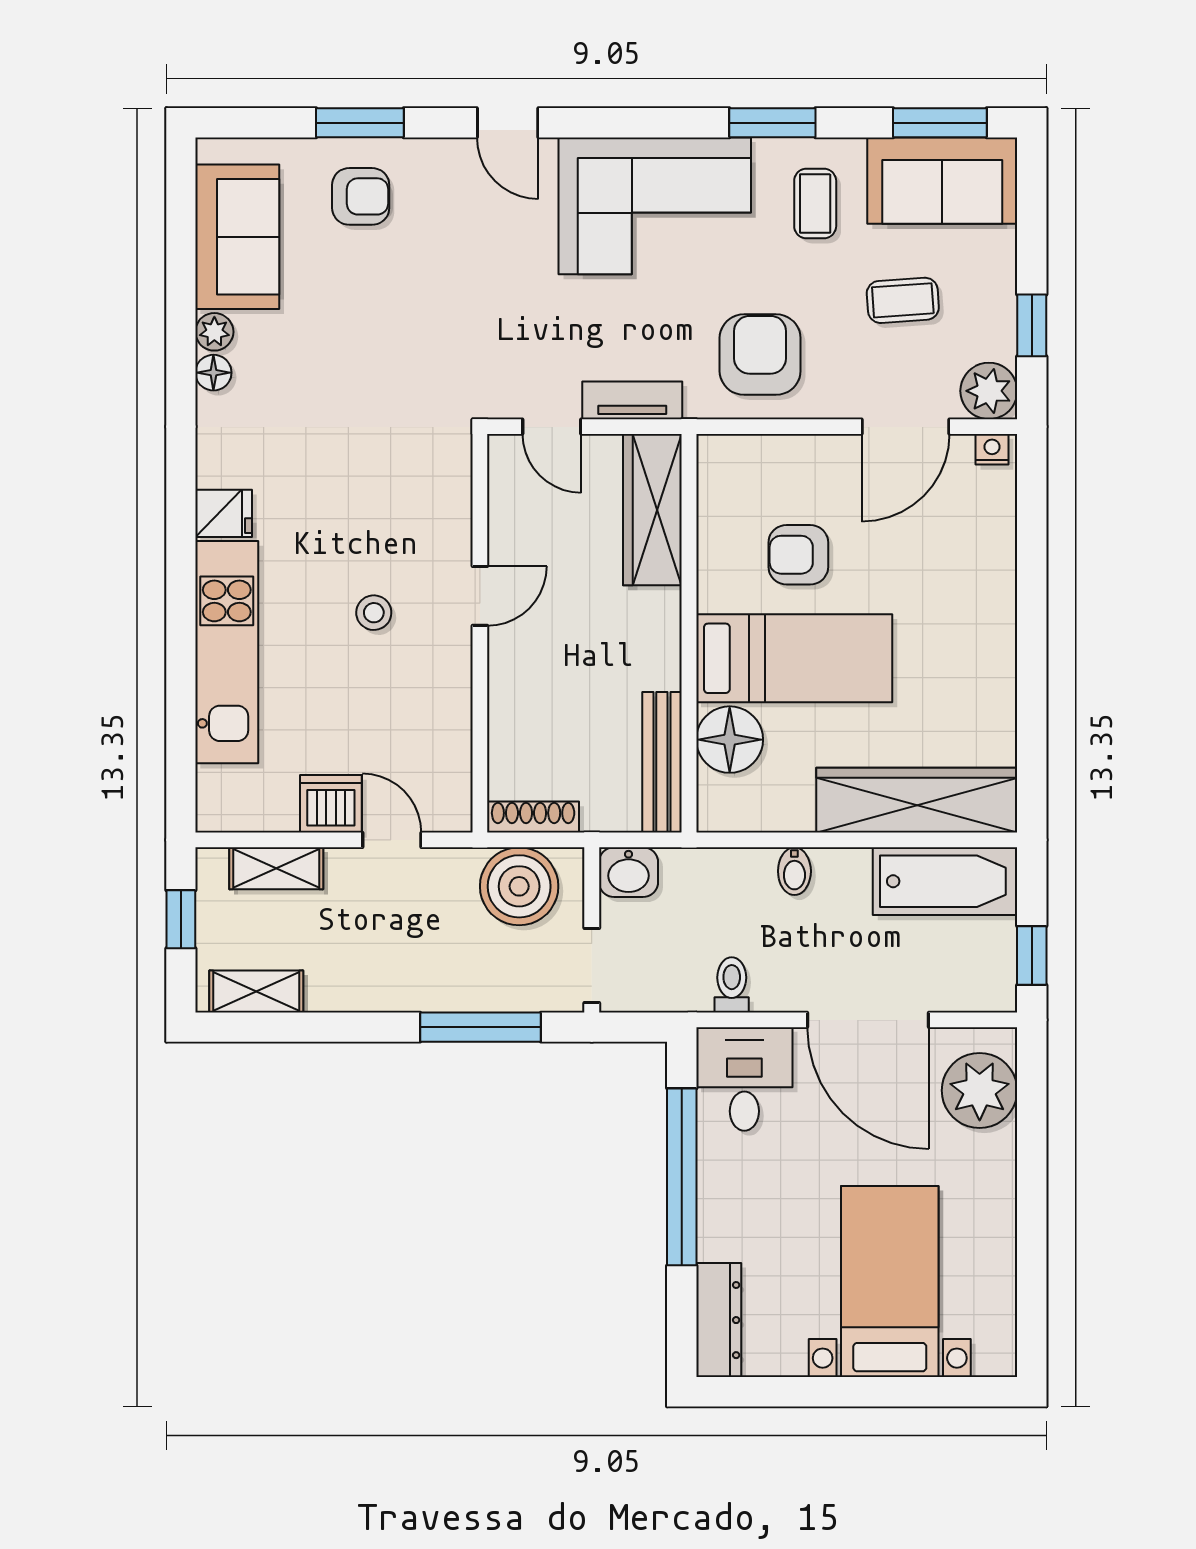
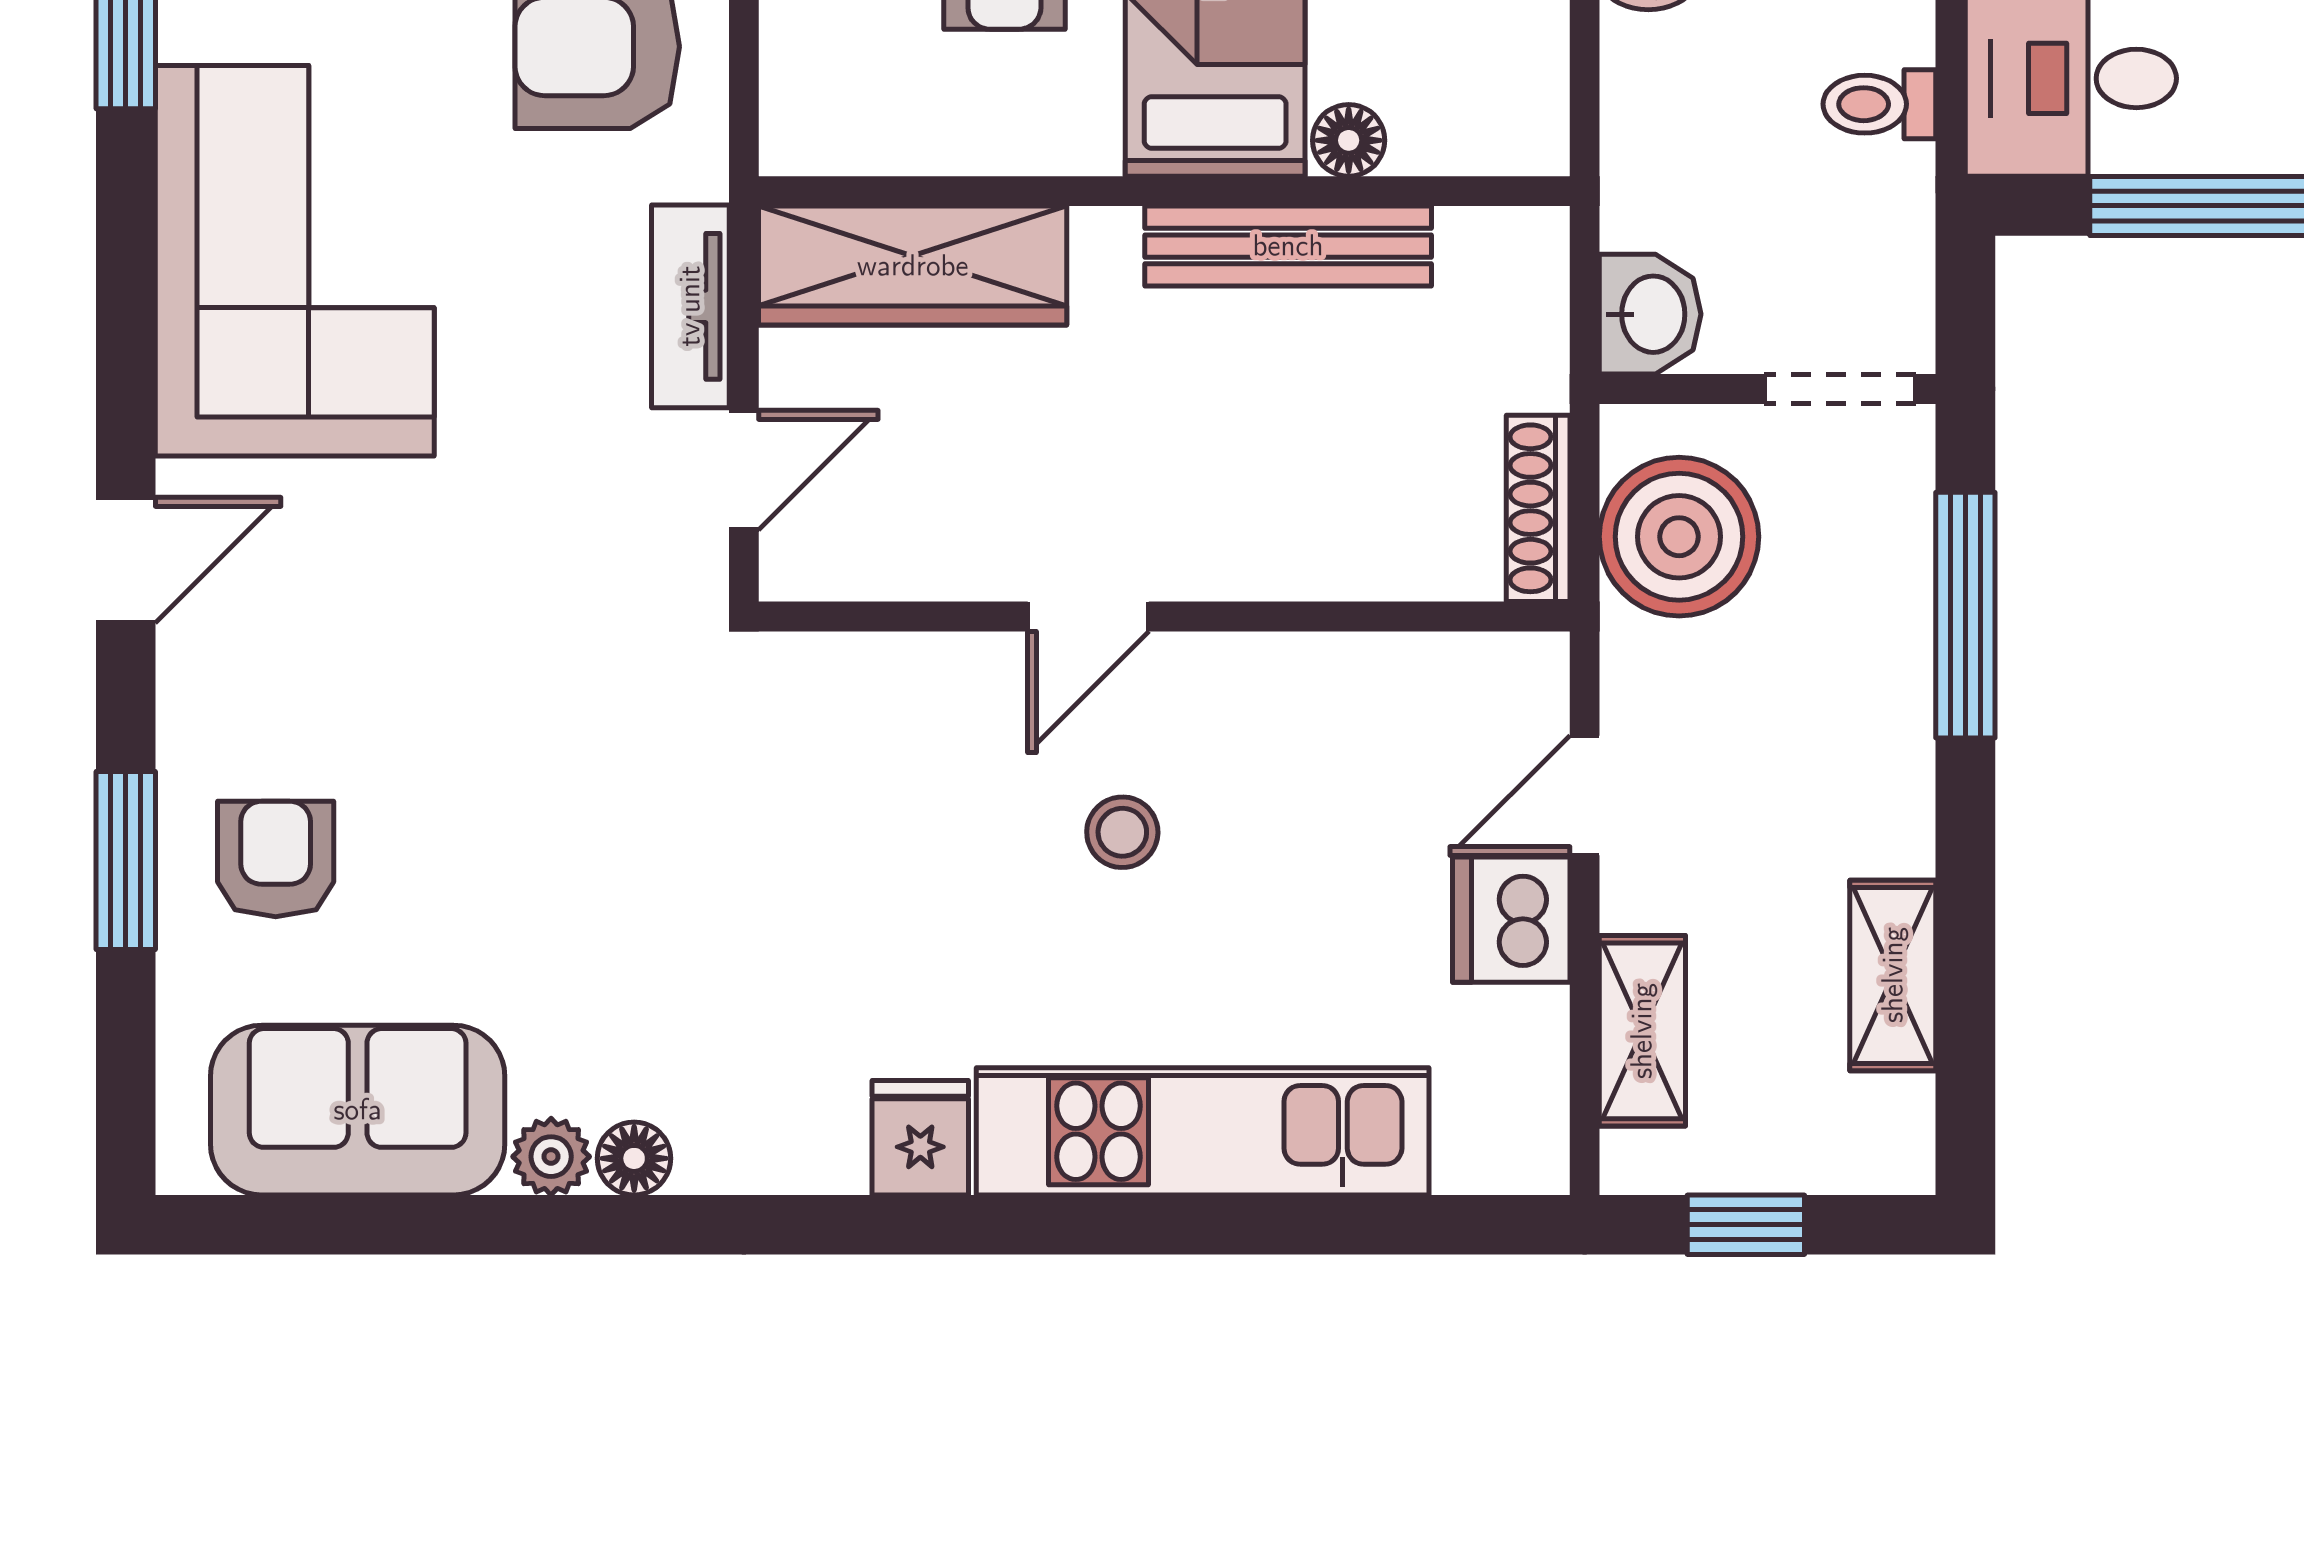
door: (480, 596) -> (1088, 616), swing flipped
floor lamp: (730, 740) -> (1349, 140), width x0.53, depth x0.53
bench: (662, 762) -> (1288, 246), moved
shelving: (256, 991) -> (1893, 975), moved

